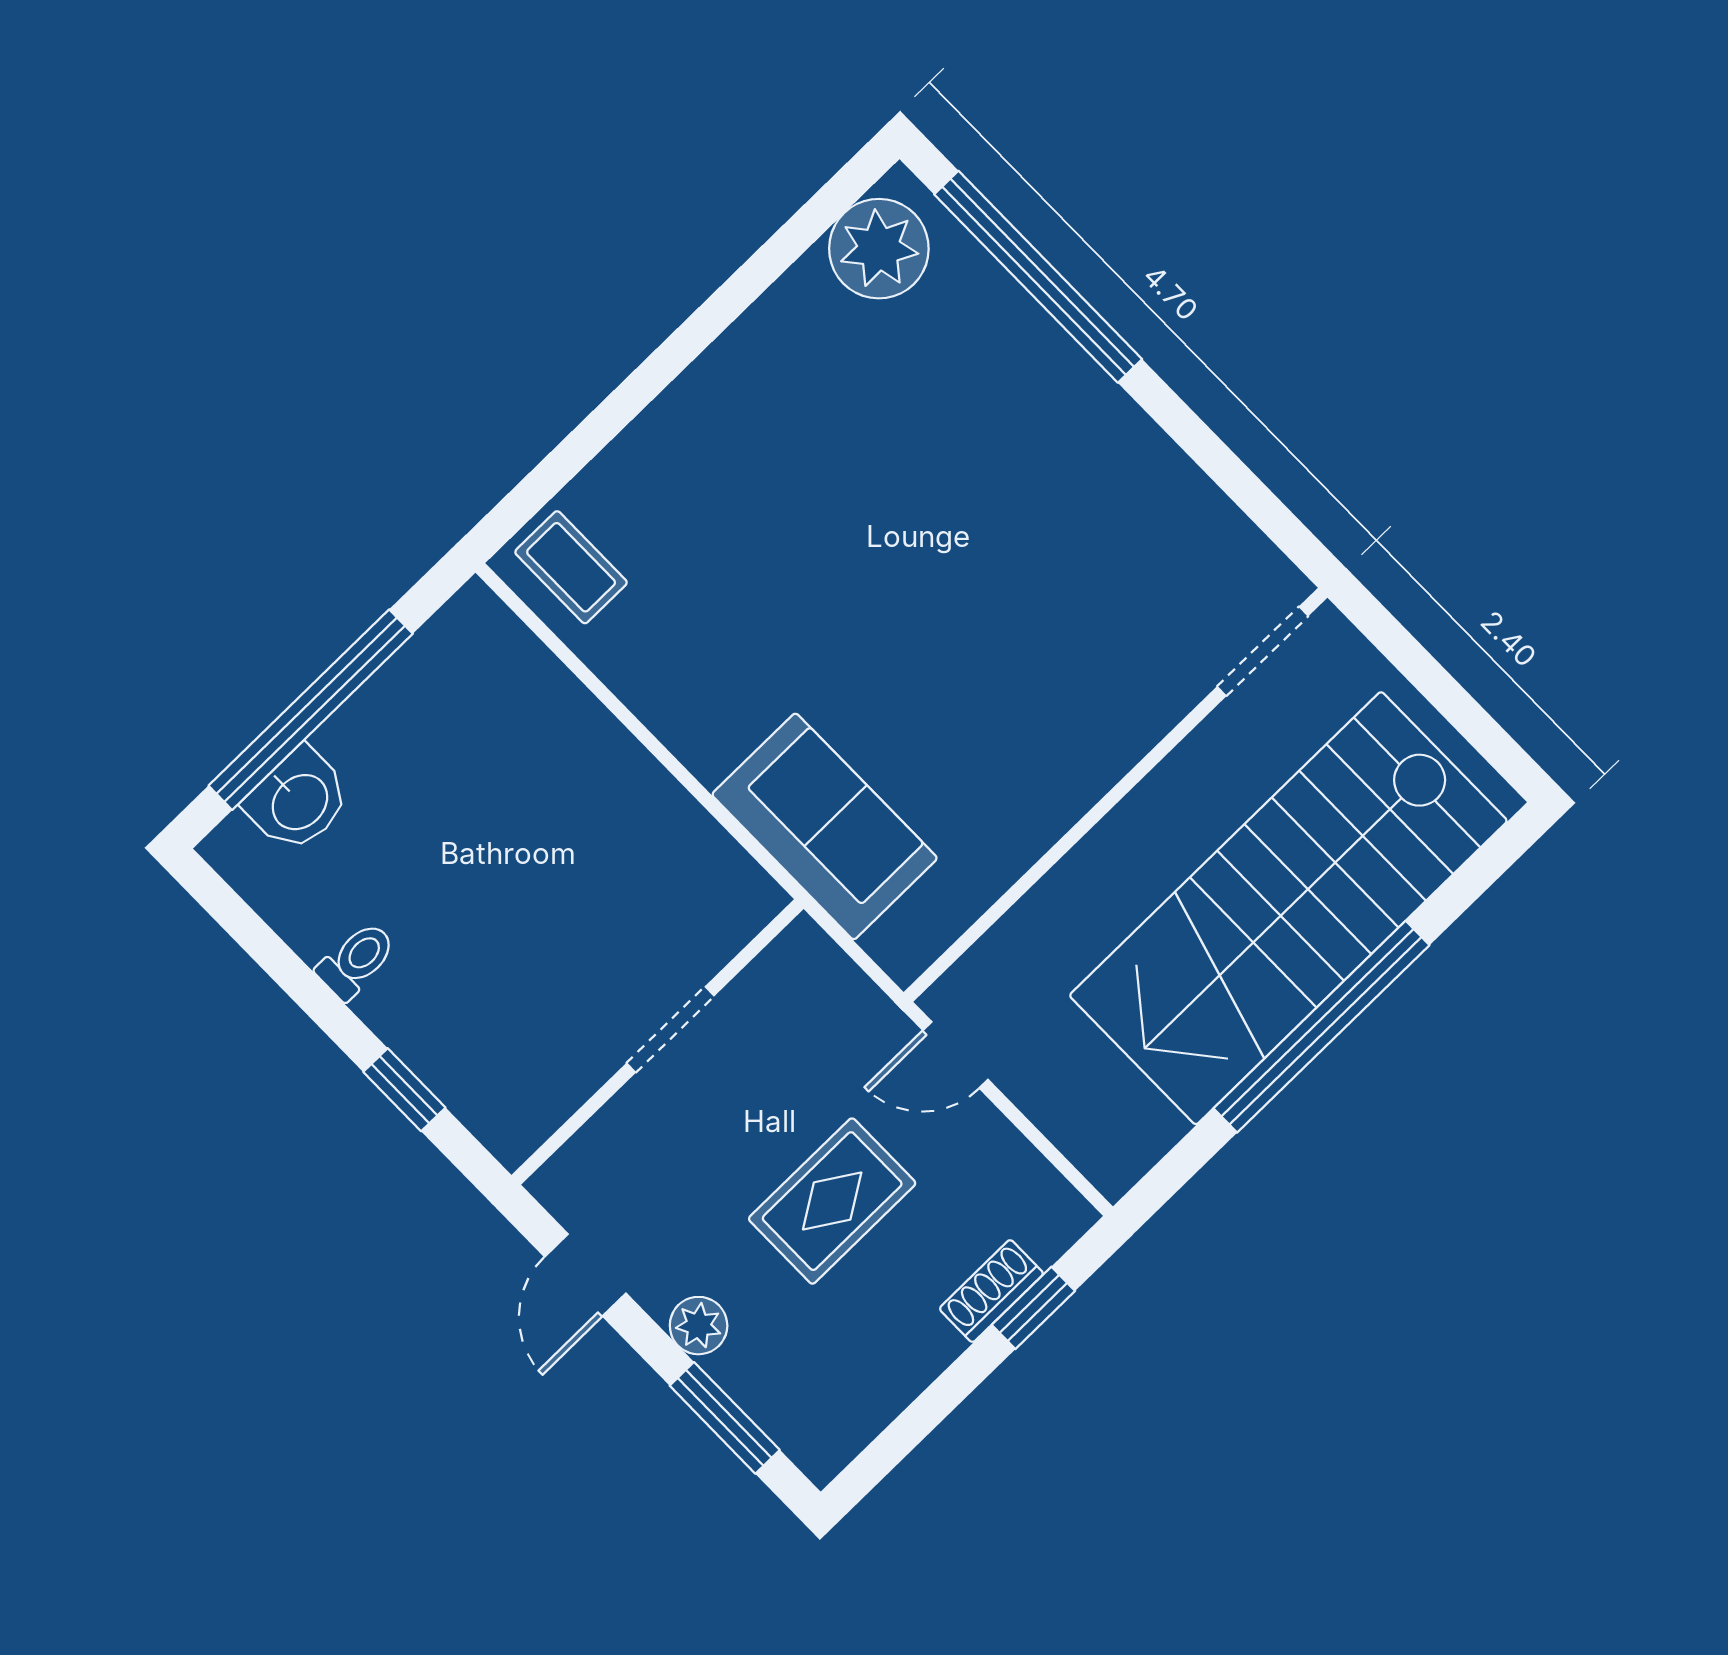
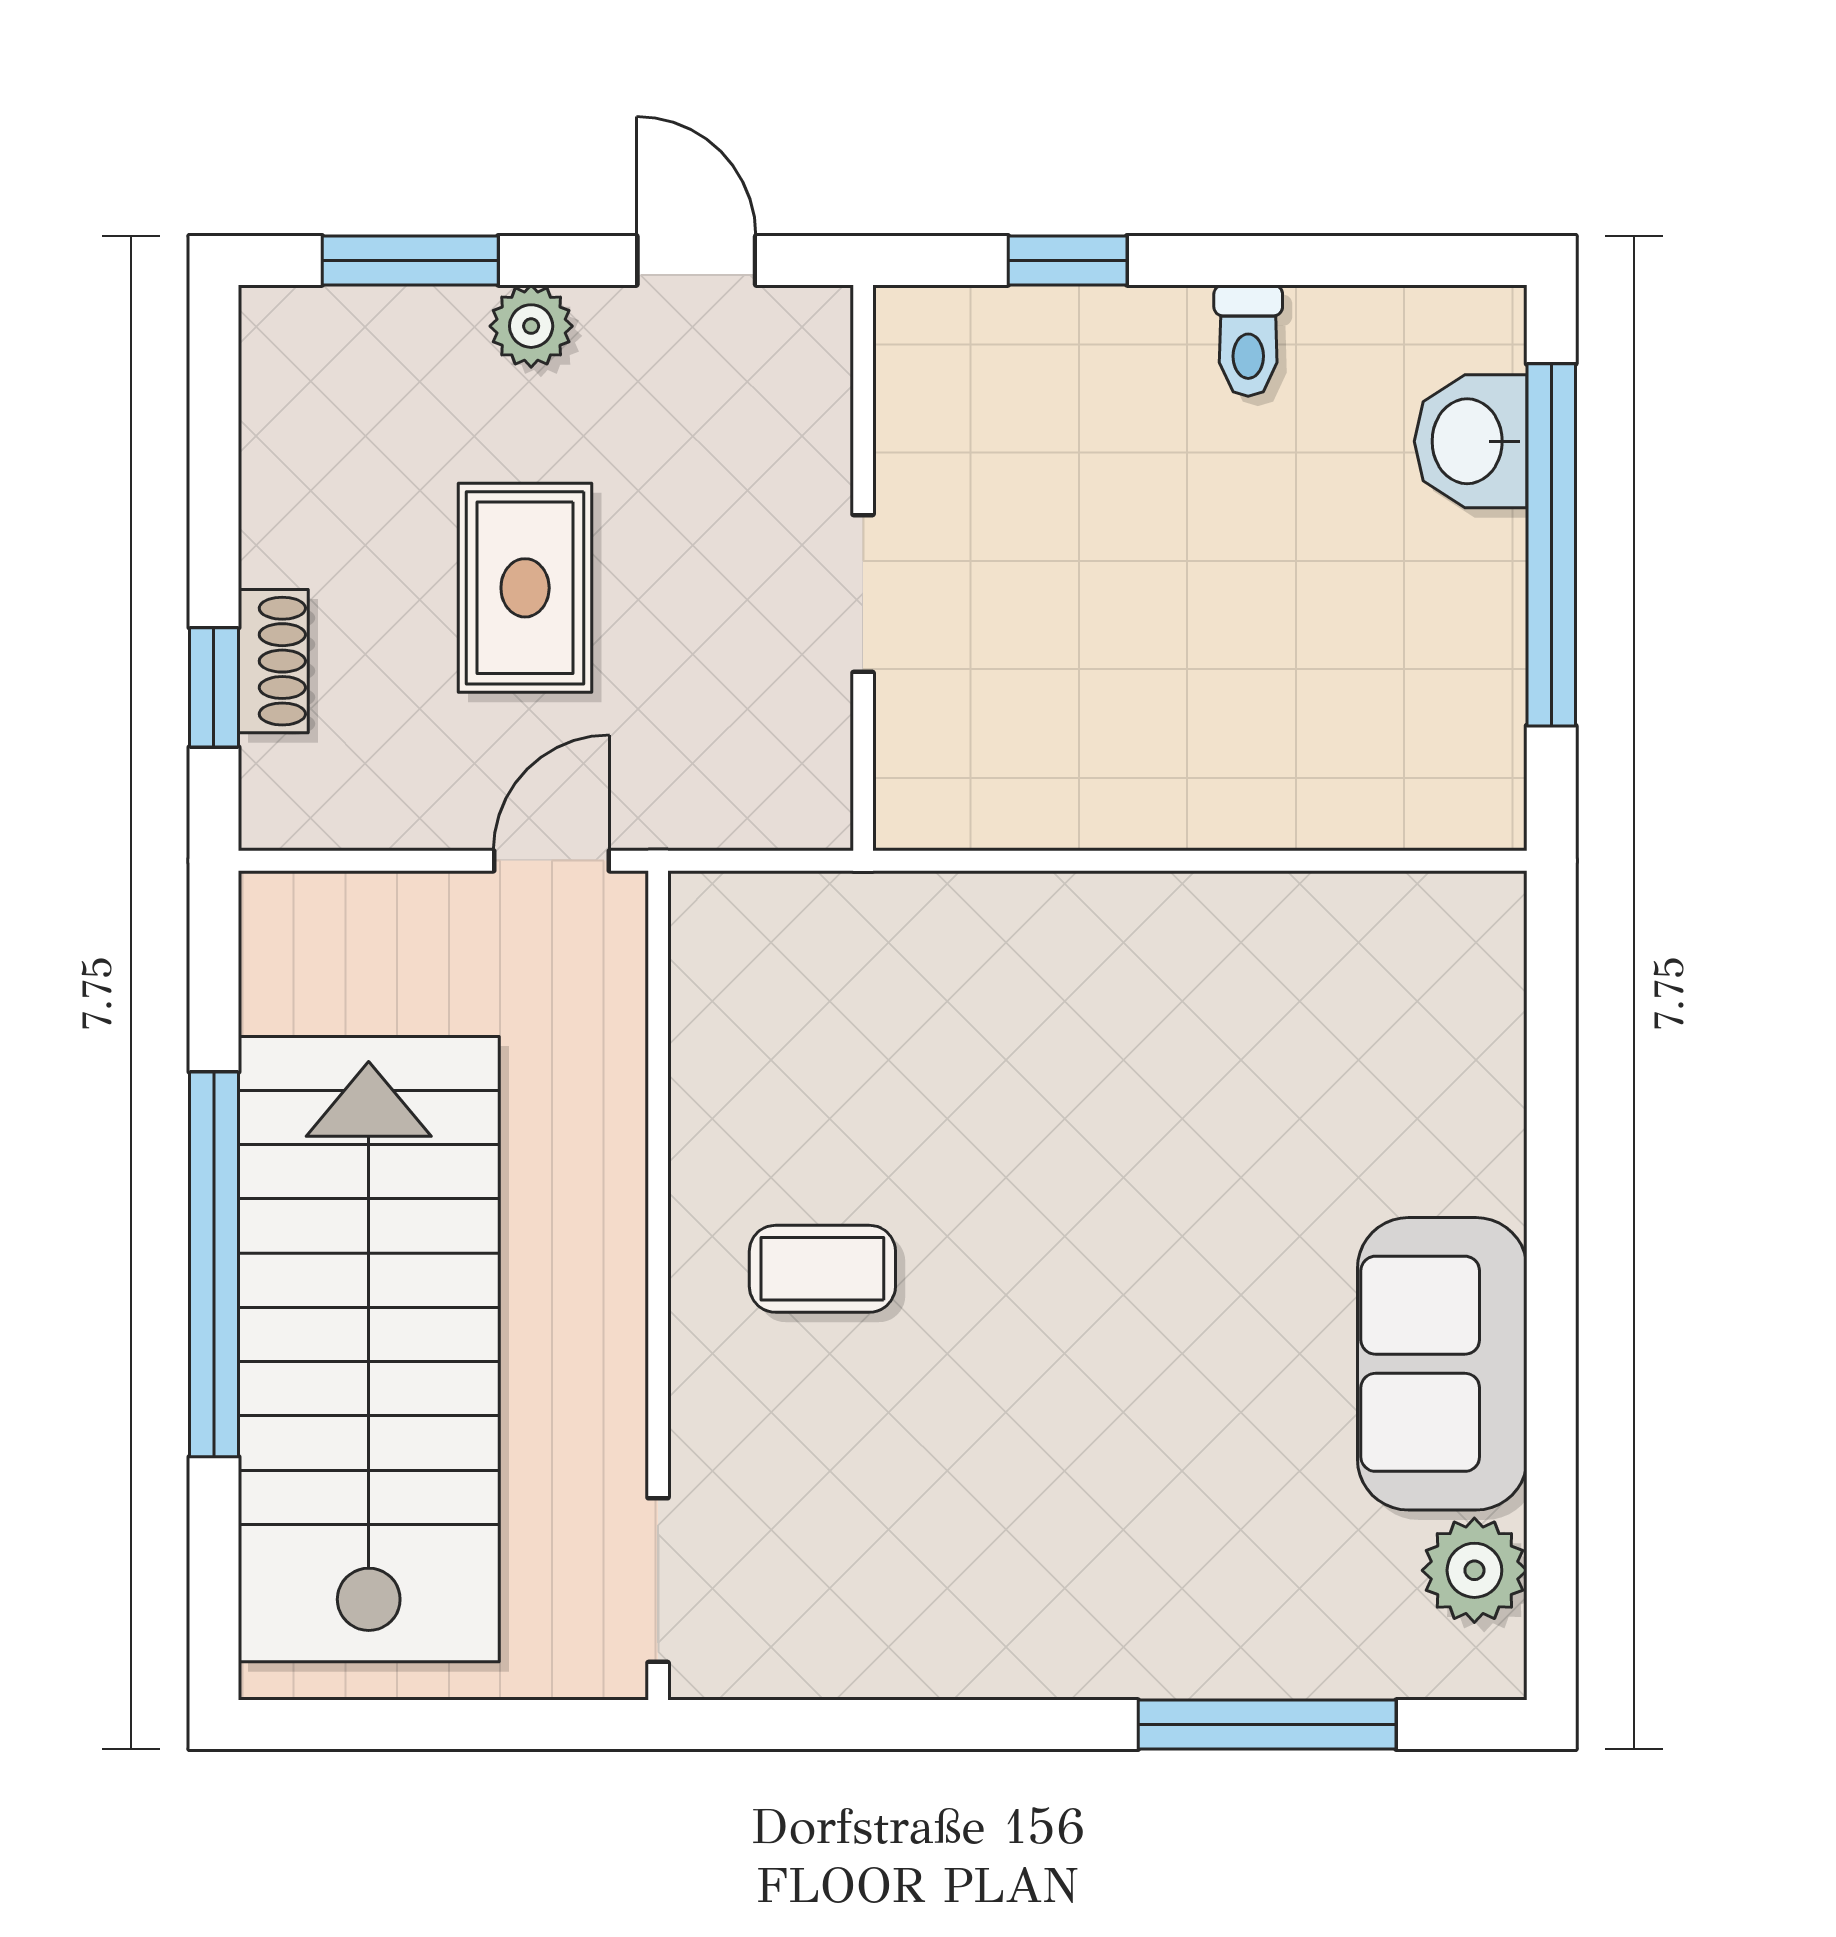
plant: (879, 249) -> (1474, 1570), width x0.73, depth x0.73
window: (1038, 277) -> (1267, 1725), width x0.68
coffee table: (571, 567) -> (822, 1269), moved
sofa: (825, 826) -> (1442, 1364), moved, turned 90

